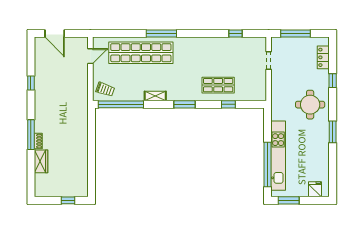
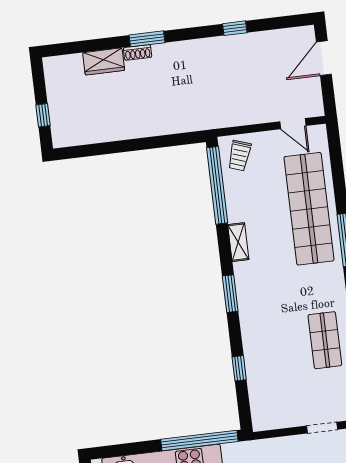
shop shelf: (218, 85) -> (325, 340), moved
window: (31, 135) -> (147, 39), width x0.69
window: (267, 165) -> (199, 440), moved

